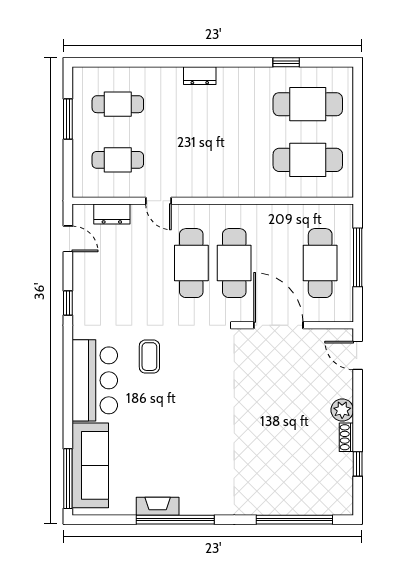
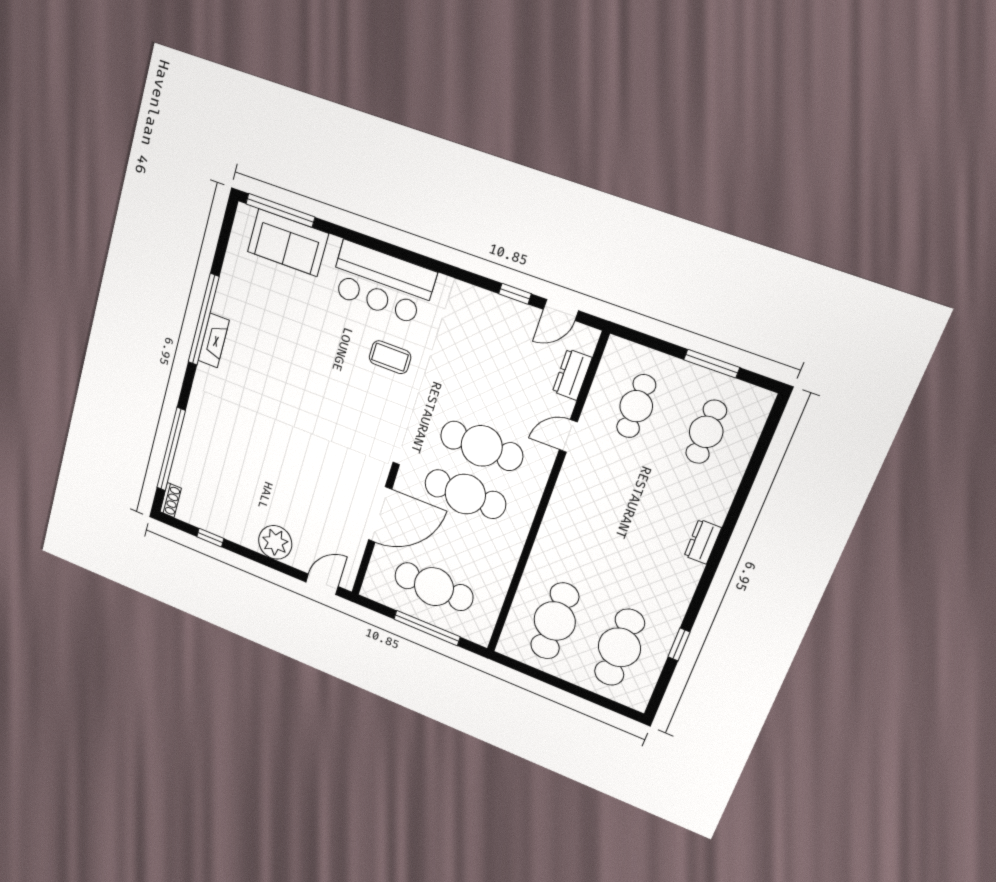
window: (68, 303) -> (515, 294), moved
plant: (342, 410) -> (275, 542), width x1.36, depth x1.36
shoe rack: (346, 437) -> (171, 500), moved, turned 90
sofa: (90, 465) -> (288, 243), width x0.73
fireplace: (158, 506) -> (214, 340), moved

